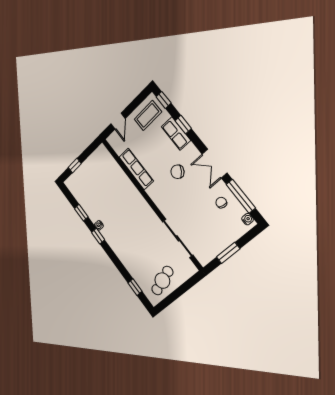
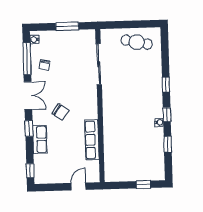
coffee table: (148, 115) -> (51, 170), removed
window: (183, 124) -> (29, 129), moved
cafe table: (162, 281) -> (137, 42), turned 30
window: (135, 287) -> (166, 85), moved

